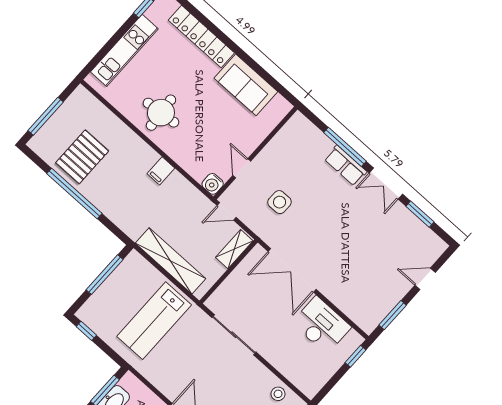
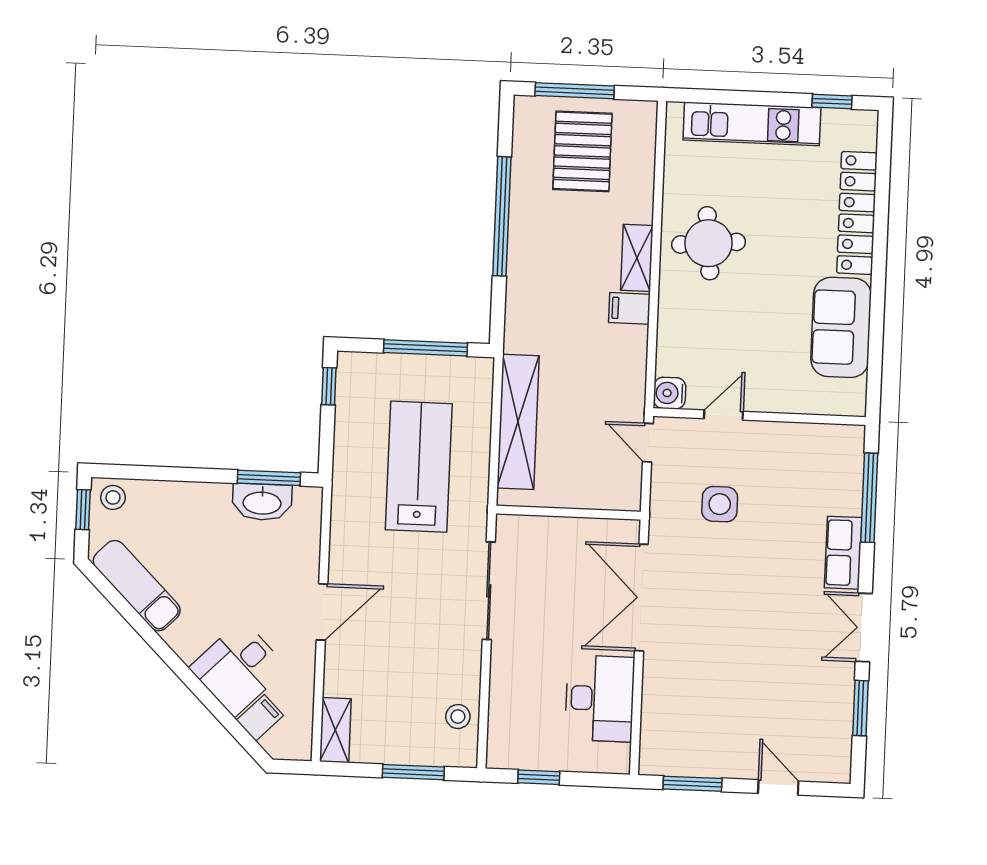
window: (345, 147) -> (869, 498), moved
pallet: (82, 157) -> (582, 151), moved, turned 90
shelving: (234, 249) -> (637, 258), moved, turned 90
lab bench: (154, 321) -> (419, 467), turned 90
window: (356, 356) -> (539, 777), moved

